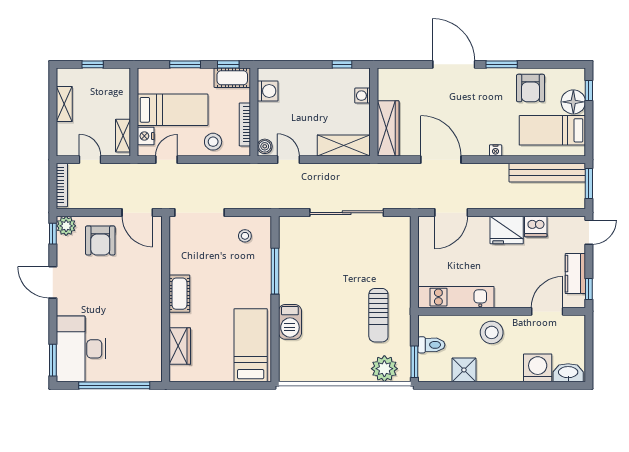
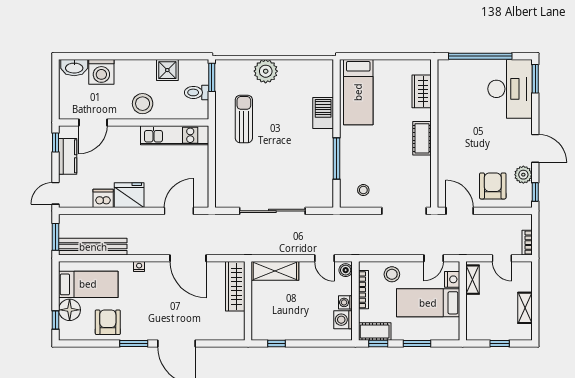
washing machine: (363, 96) -> (345, 302), moved, turned 180
bookcase: (62, 185) -> (527, 243), width x0.64
plant: (66, 226) -> (523, 175), moved
plant: (384, 369) -> (266, 71), moved

